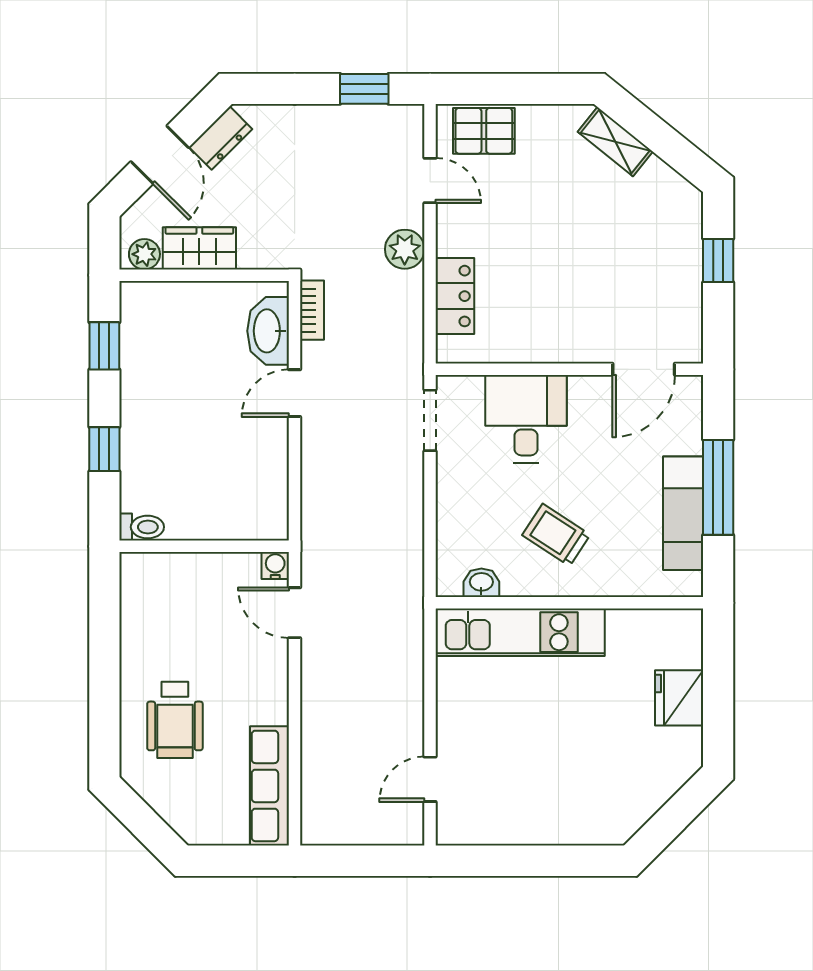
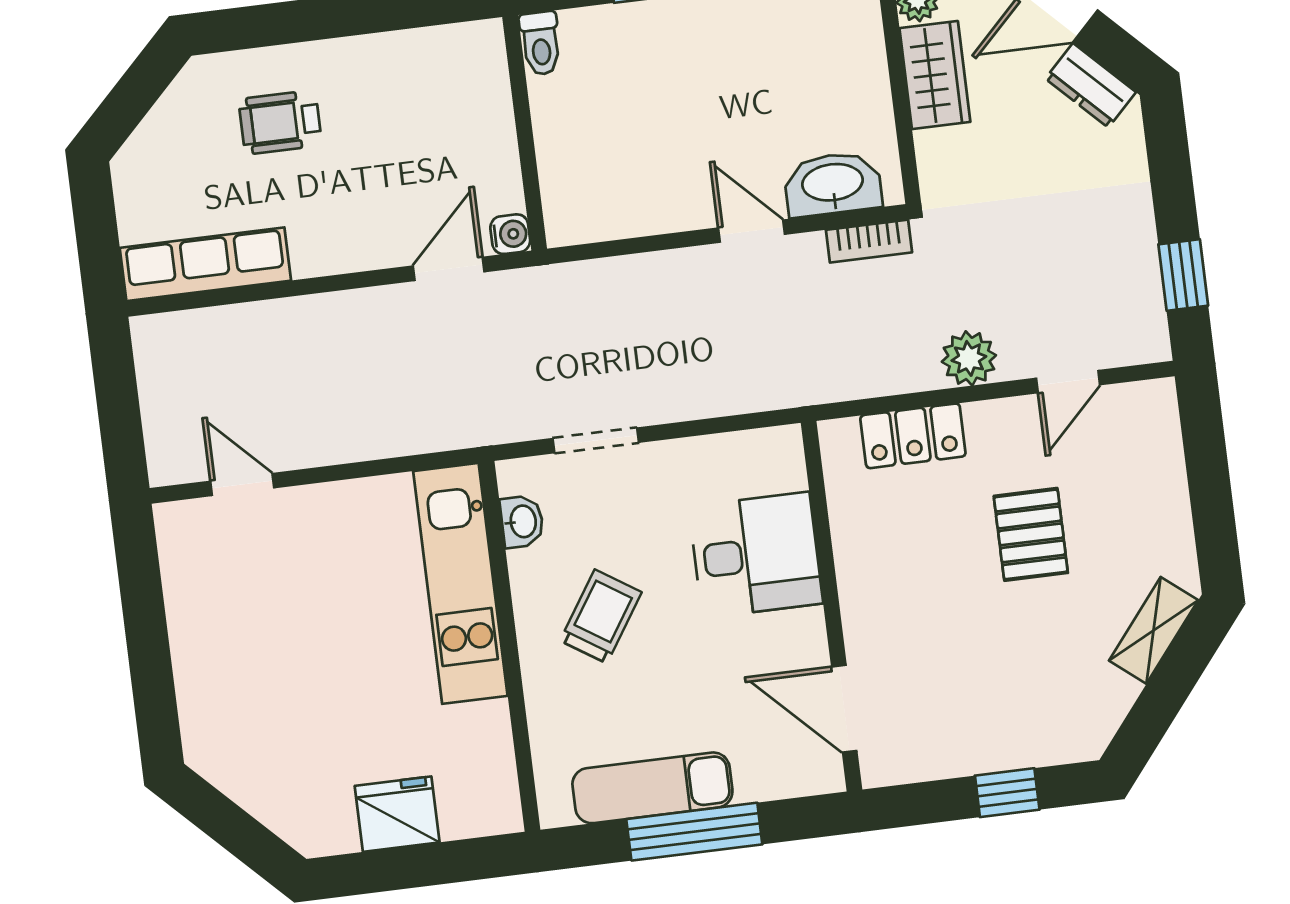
pallet: (484, 131) -> (1031, 534), moved
doorway: (430, 420) -> (596, 440), moved
wheelchair: (175, 720) -> (280, 122), width x0.73, depth x0.73

